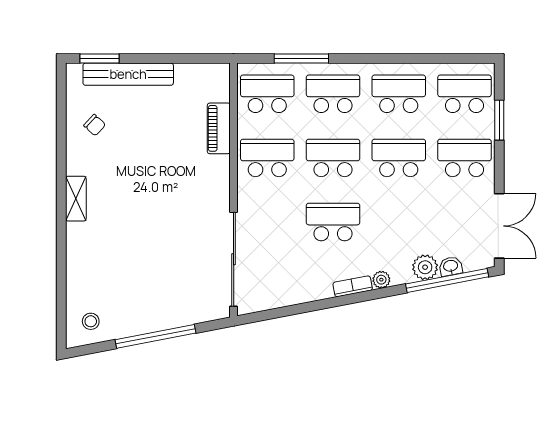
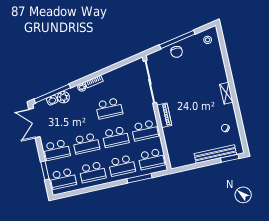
piano: (219, 128) -> (164, 115), moved
chair: (163, 310) -> (177, 52), added

